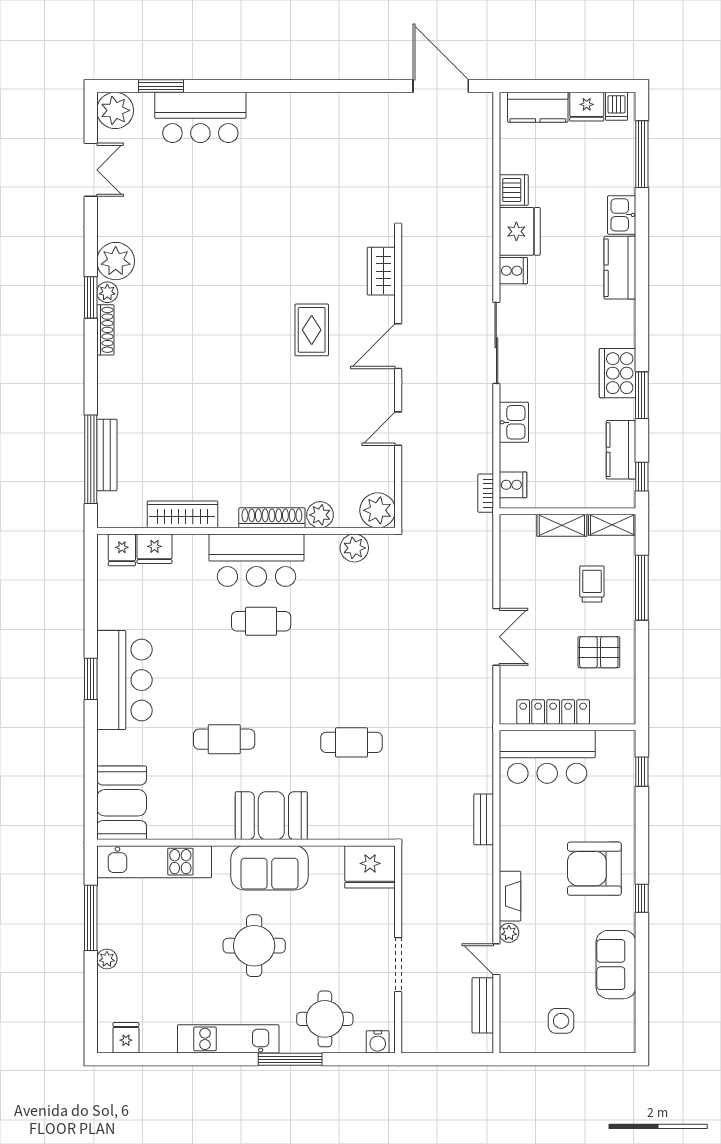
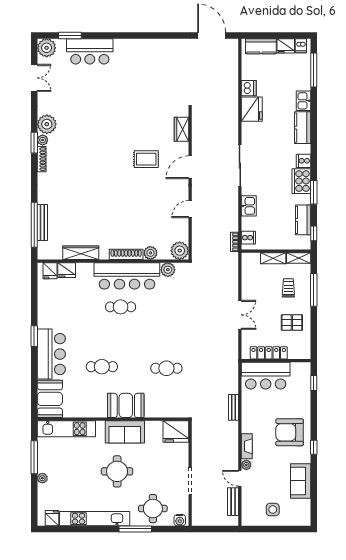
cooker: (513, 271) -> (303, 161), moved, turned 180
rug: (312, 330) -> (146, 159), turned 90
bar counter: (256, 560) -> (127, 276), width x1.36
bar counter: (124, 680) -> (51, 354), moved
kitchen unit: (228, 1039) -> (95, 519), width x1.36

